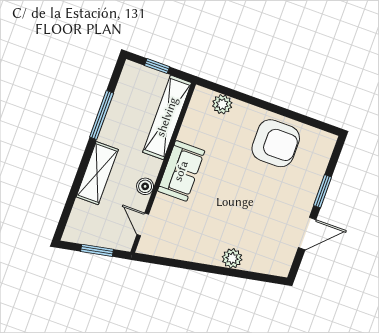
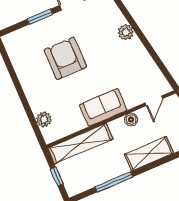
armchair: (276, 143) -> (65, 58), moved

